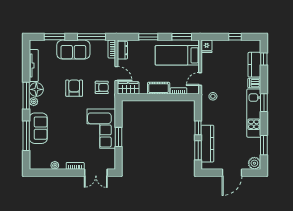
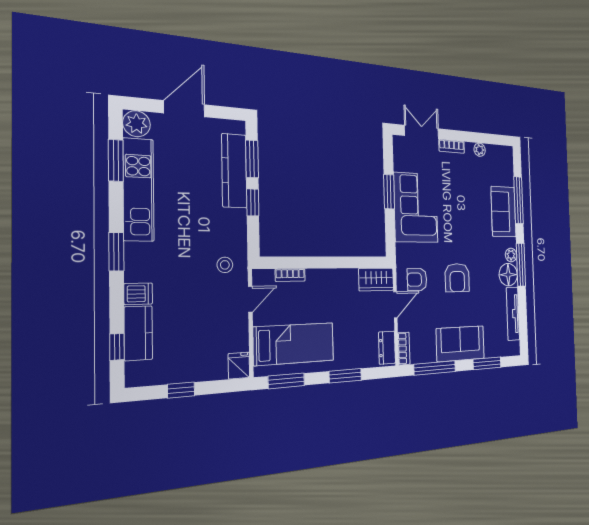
door: (116, 74) -> (395, 305), swing flipped
cot: (159, 88) -> (326, 280), removed
kitchen unit: (254, 113) -> (138, 190), moved

